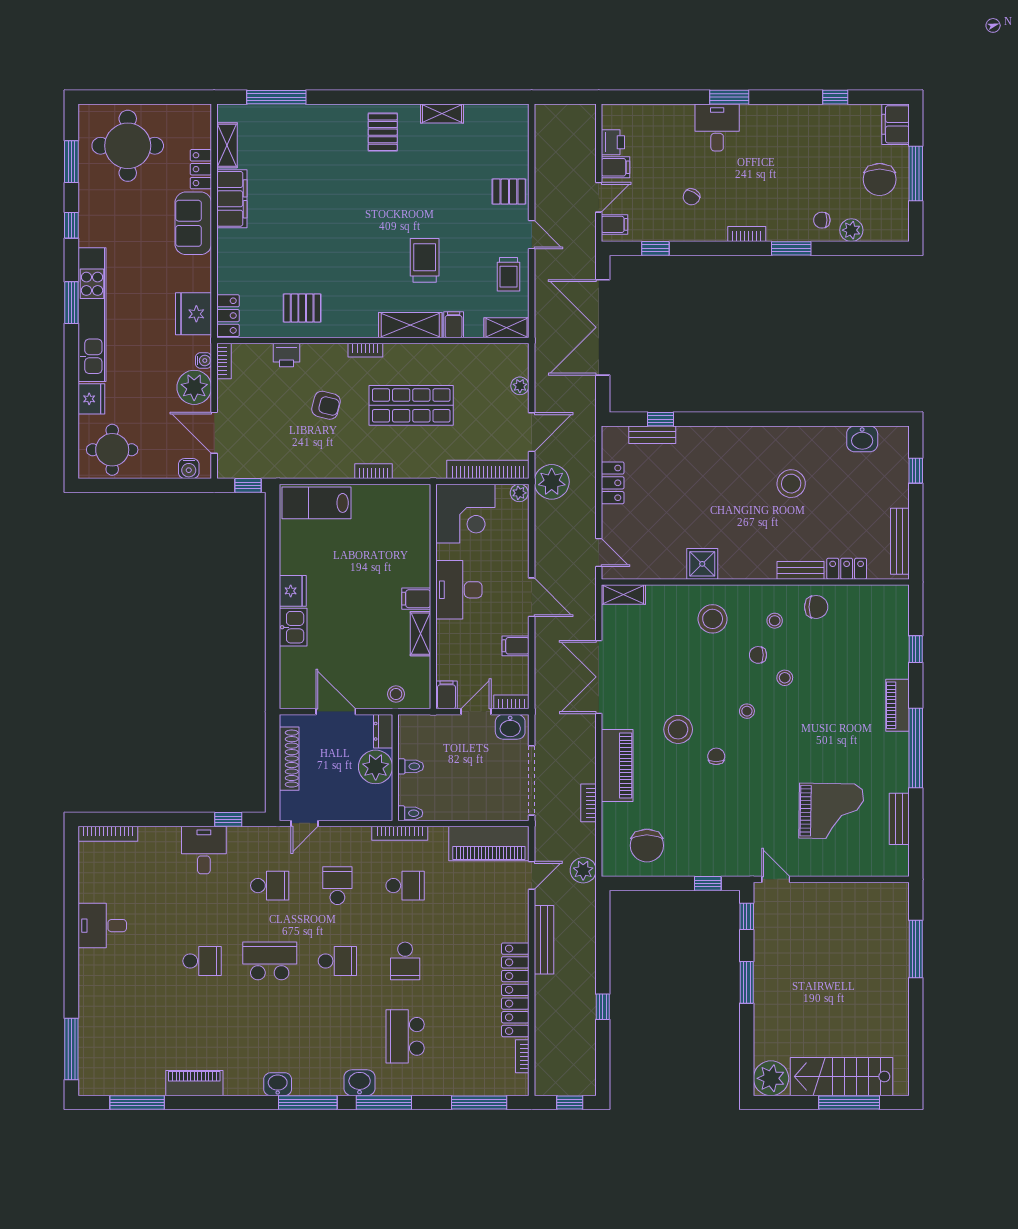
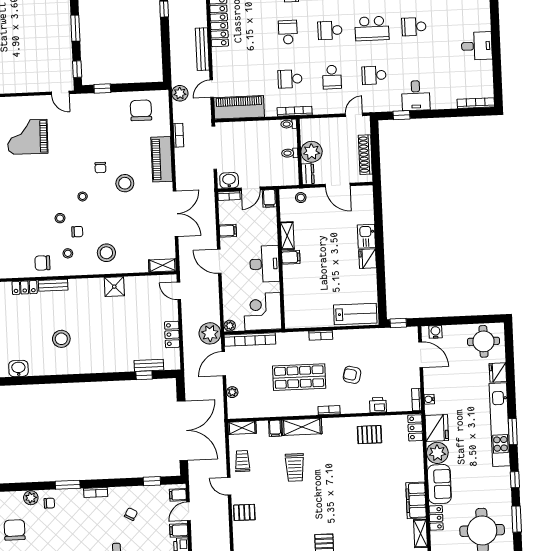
plant: (194, 387) -> (437, 453), moved

